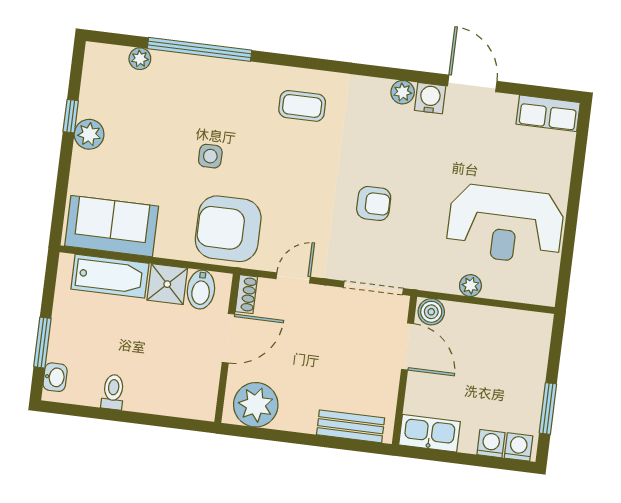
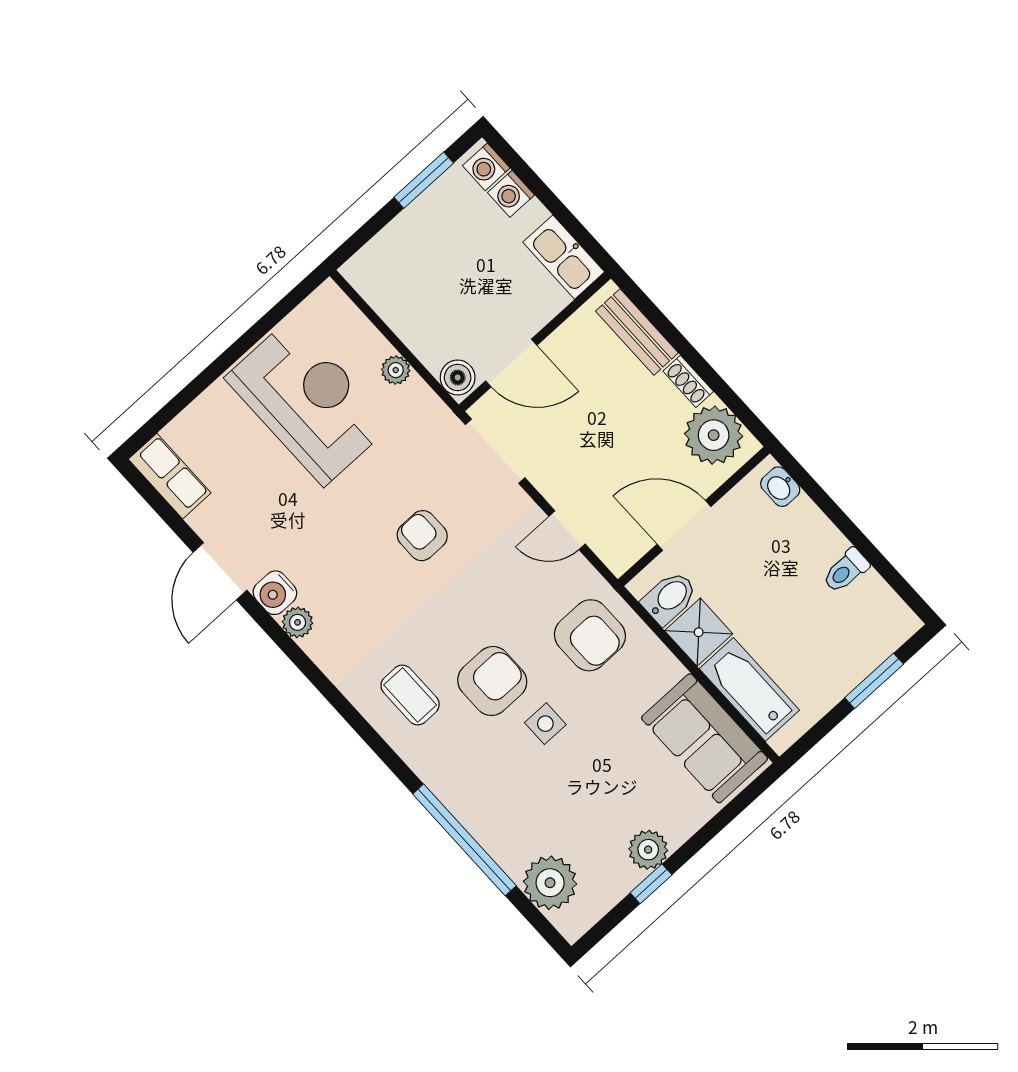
plant: (140, 59) -> (550, 883), width x1.87, depth x1.87
armchair: (262, 154) -> (492, 681), added
armchair: (228, 229) -> (590, 635), width x0.73, depth x0.73
shoe rack: (246, 294) -> (688, 381), moved, turned -90
door: (407, 347) -> (511, 363), swing flipped
washbasin: (55, 377) -> (780, 487), moved, turned -90

